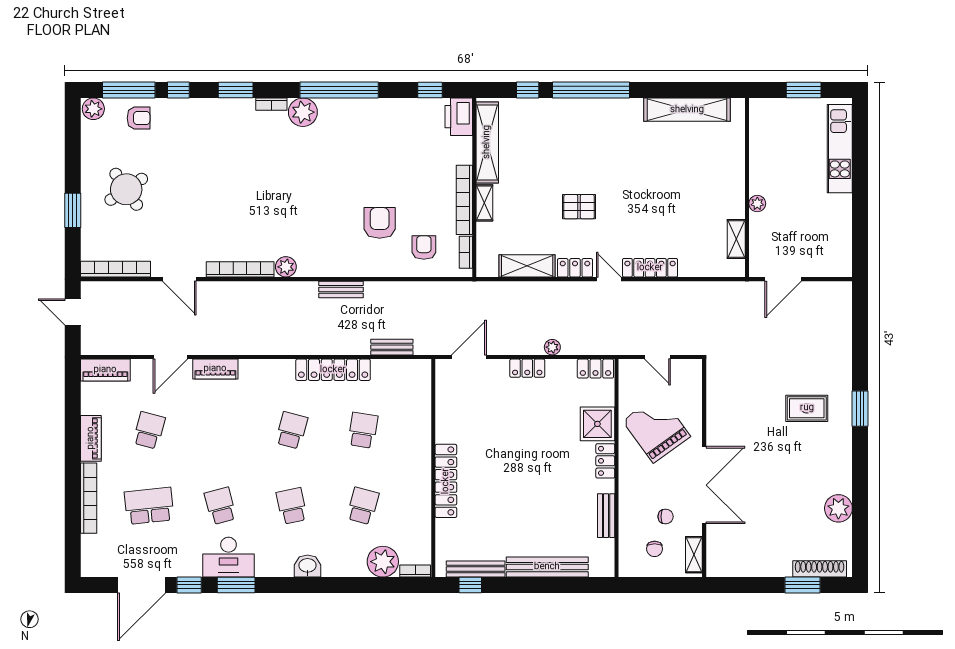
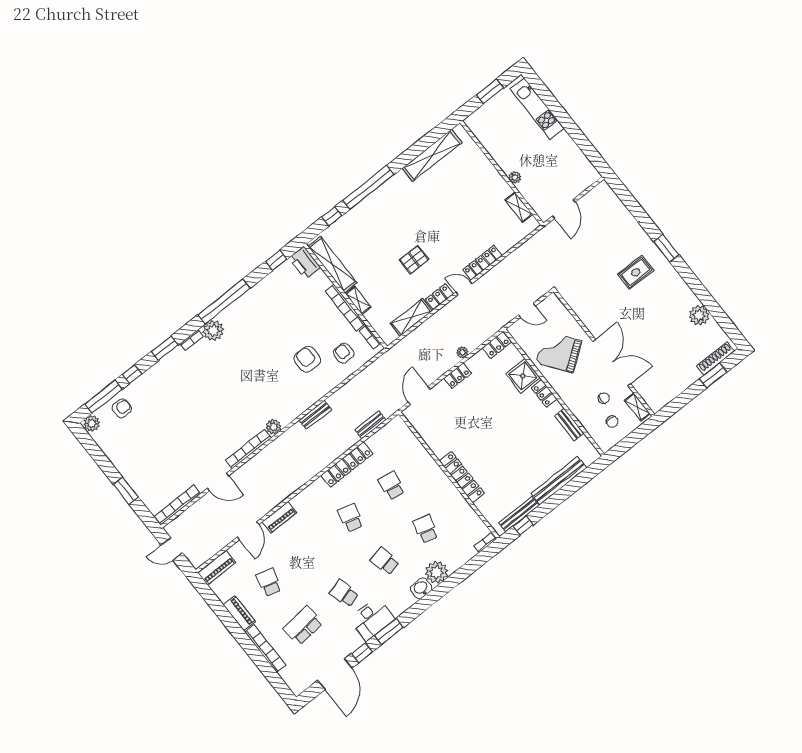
round table: (126, 189) -> (147, 455), removed
plant: (383, 562) -> (437, 572), moved

